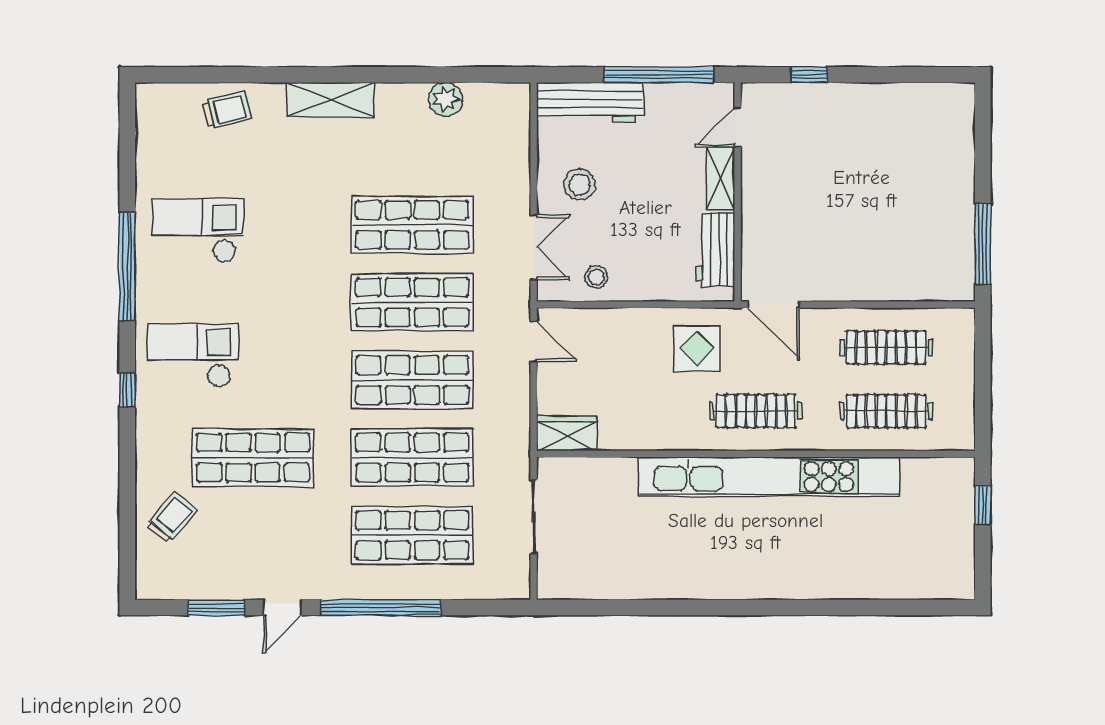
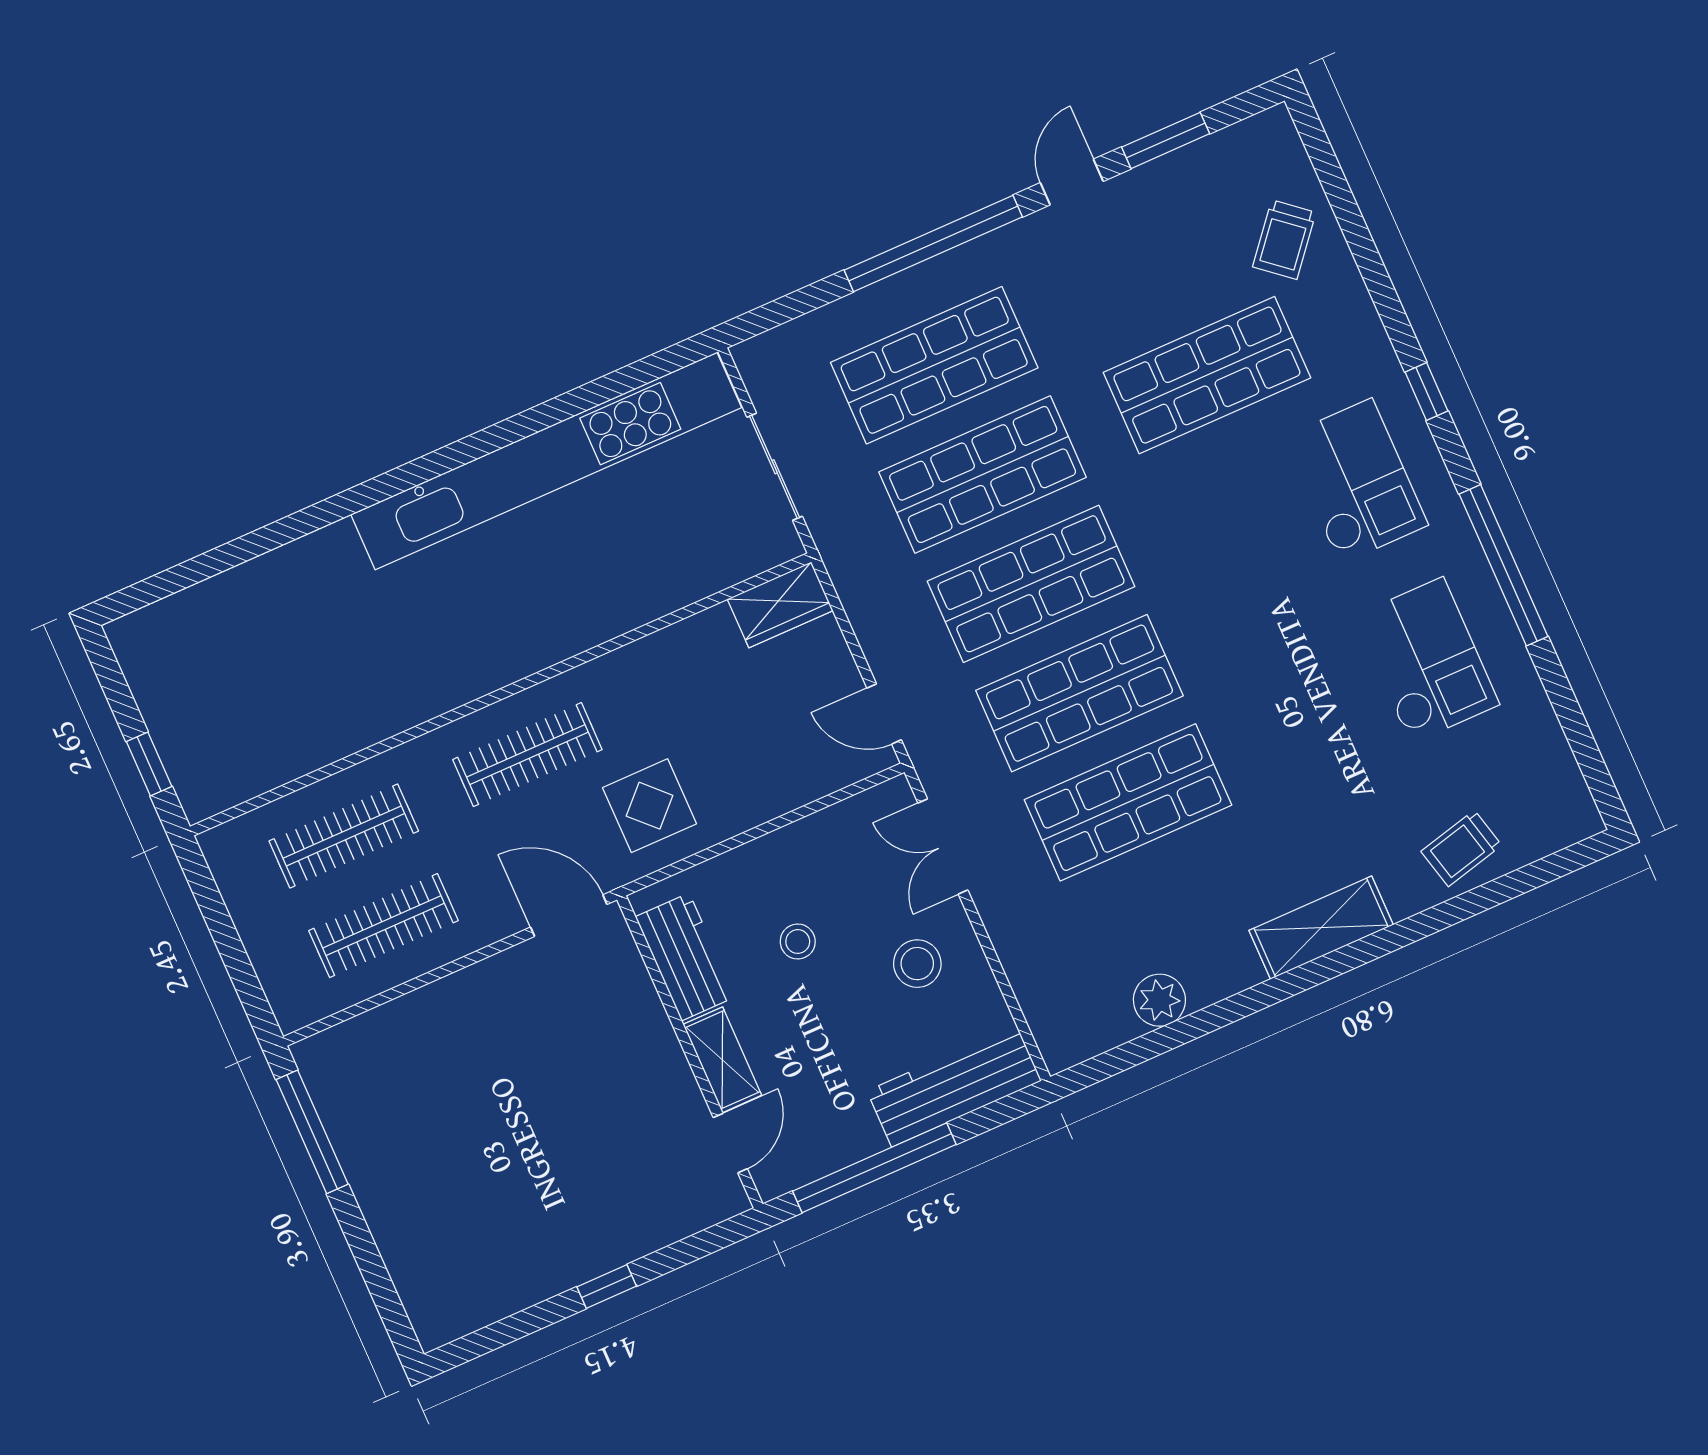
window: (809, 75) -> (607, 1286), moved
checkout: (198, 231) -> (1427, 660), turned -90
stool: (596, 277) -> (798, 942), moved
checkout: (193, 355) -> (1356, 481), turned -90
kitchen unit: (769, 477) -> (546, 461), moved, turned 180

